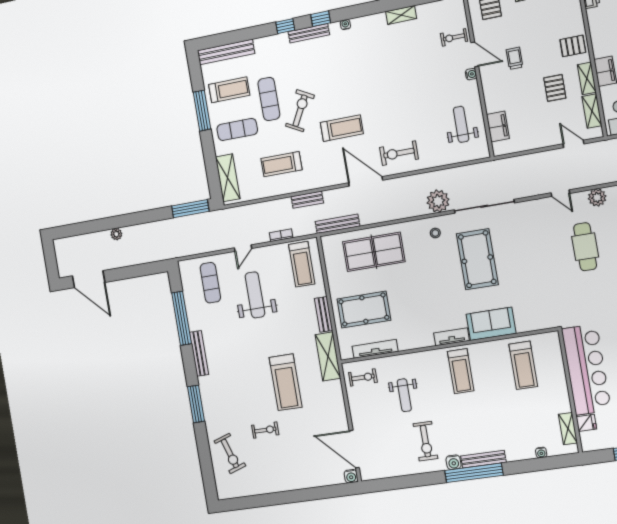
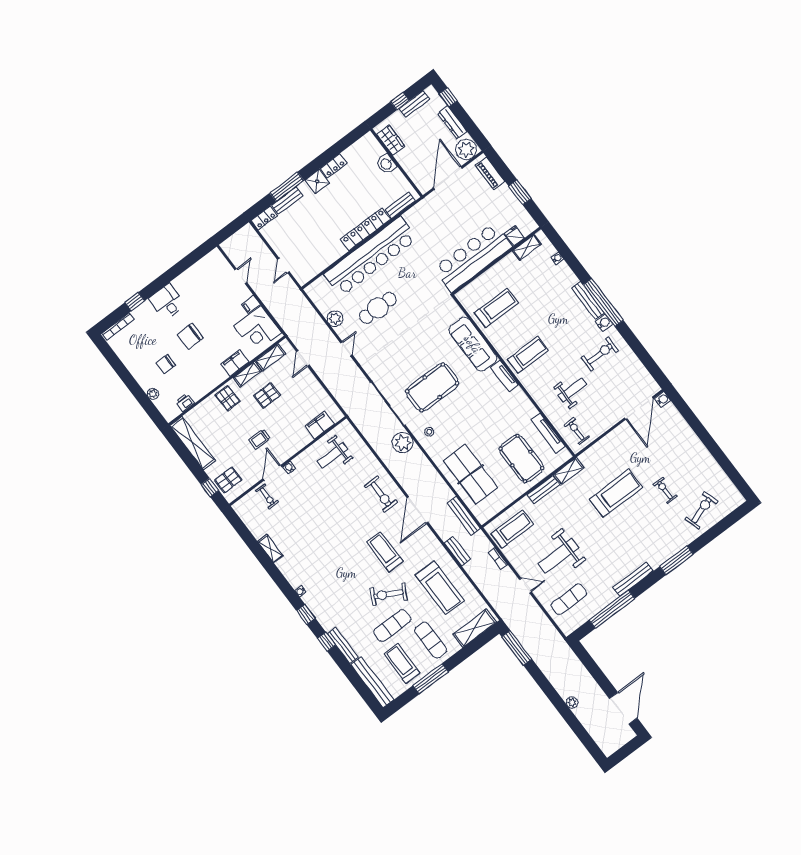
bench: (309, 33) -> (343, 646), moved
treadmill: (281, 164) -> (440, 588), width x1.37, depth x1.38
sofa: (491, 324) -> (473, 344), width x1.36
shelving: (328, 356) -> (568, 471), width x0.67, depth x0.75

